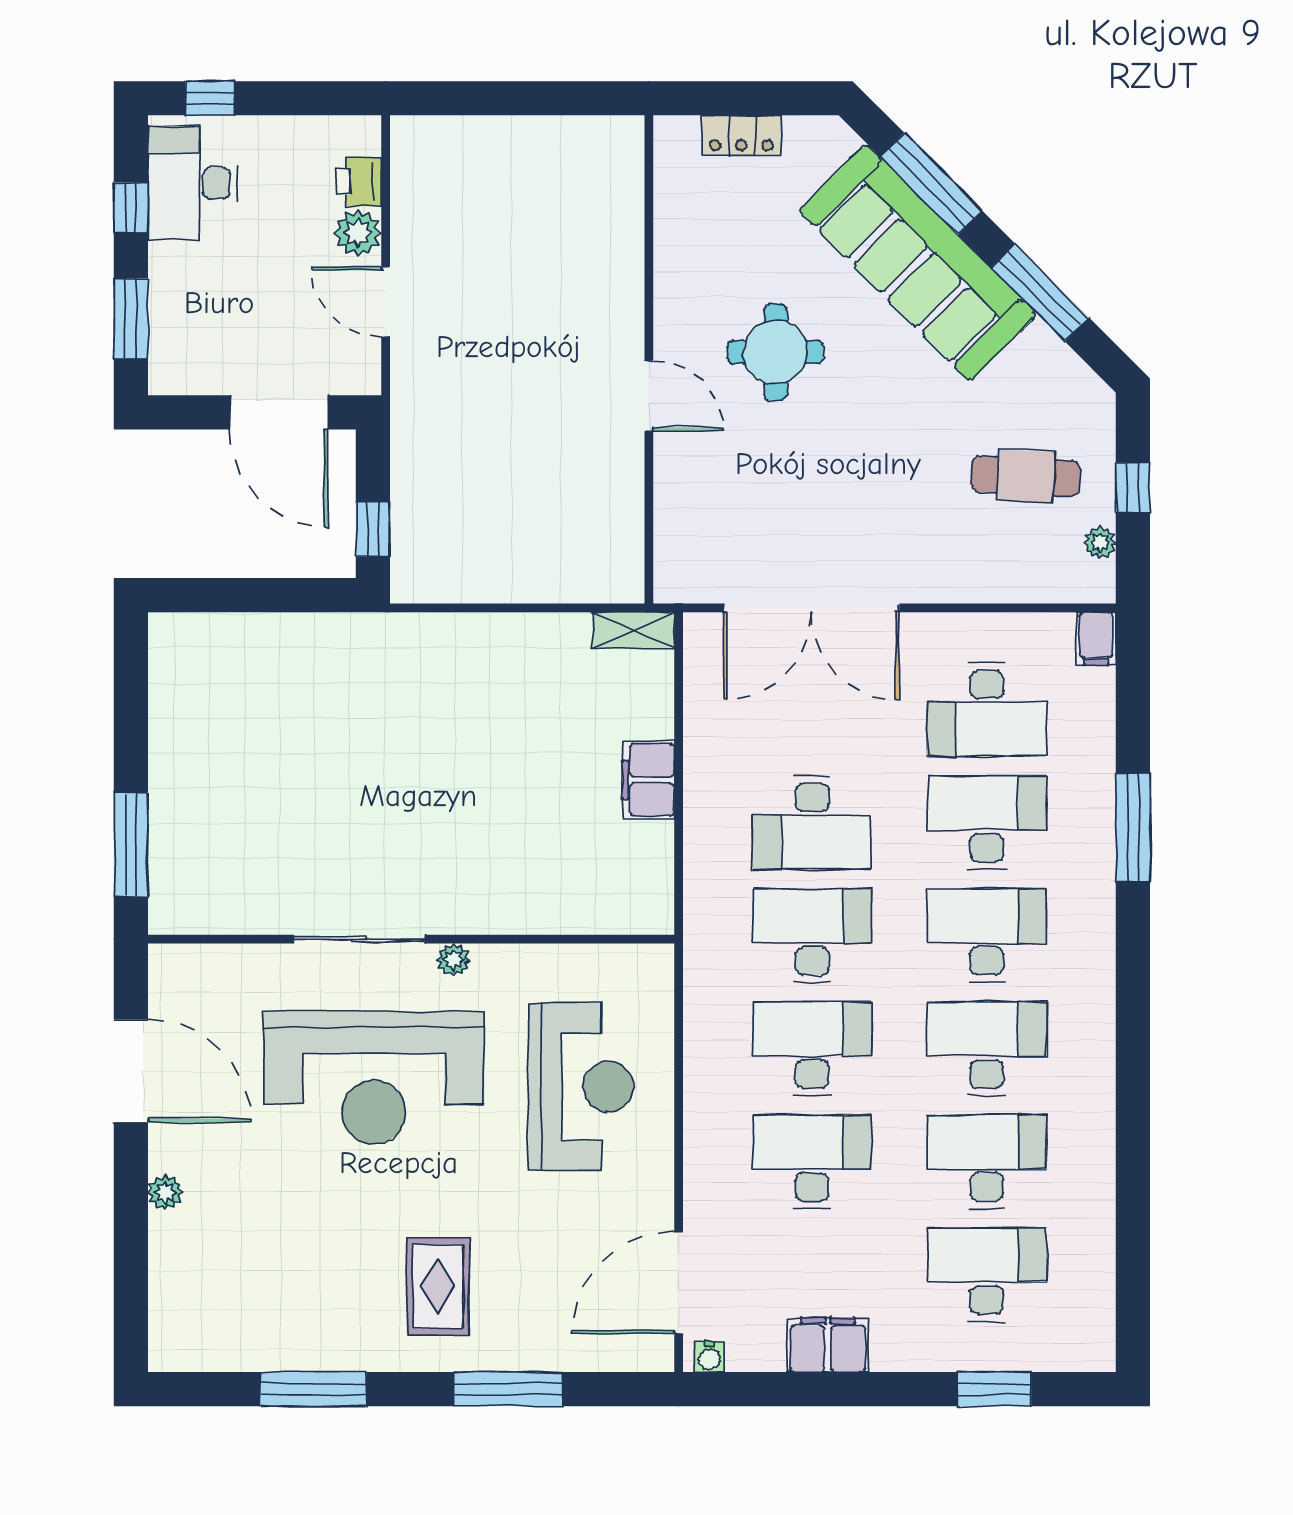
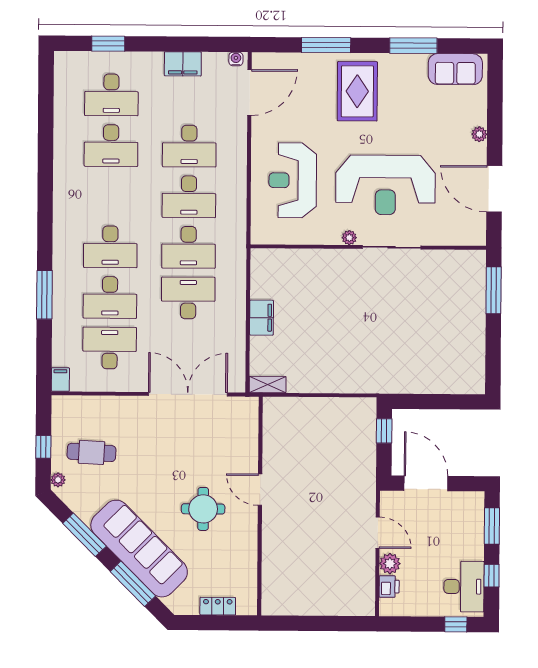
plant: (1100, 543) -> (58, 480), moved
desk: (987, 1049) -> (111, 196), removed
reception desk: (374, 1078) -> (385, 185), turned 180
rug: (438, 1286) -> (357, 91), width x1.36, depth x1.43
sofa: (220, 1337) -> (455, 69), added

